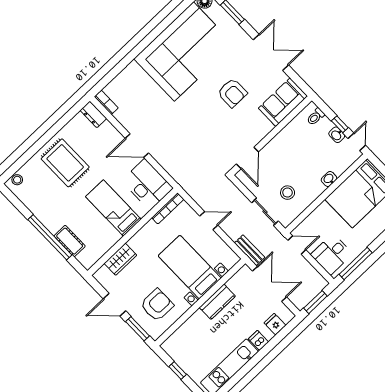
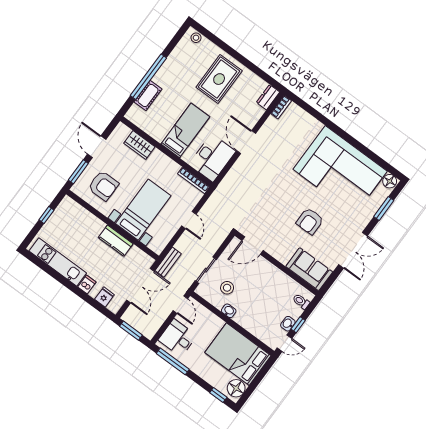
washbasin: (329, 179) -> (229, 311), moved

